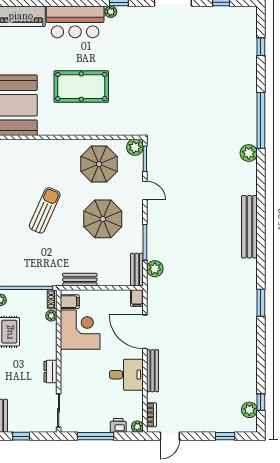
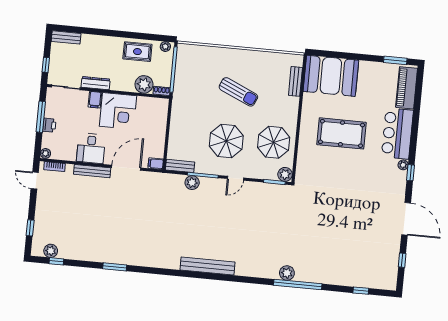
pool table: (81, 87) -> (341, 133), turned 90
plant: (249, 153) -> (287, 273), moved
door: (145, 191) -> (236, 178), moved
plant: (155, 269) -> (192, 183), moved
bench: (80, 280) -> (295, 81), moved
filing cabinet: (70, 302) -> (95, 100), moved
window: (261, 303) -> (115, 267), moved
plant: (51, 316) -> (144, 84), width x1.87, depth x1.87
corner desk: (80, 330) -> (118, 111), moved
dresser: (50, 372) -> (96, 83), width x1.44
printer: (118, 425) -> (49, 125), moved
window: (21, 436) -> (46, 65), moved

